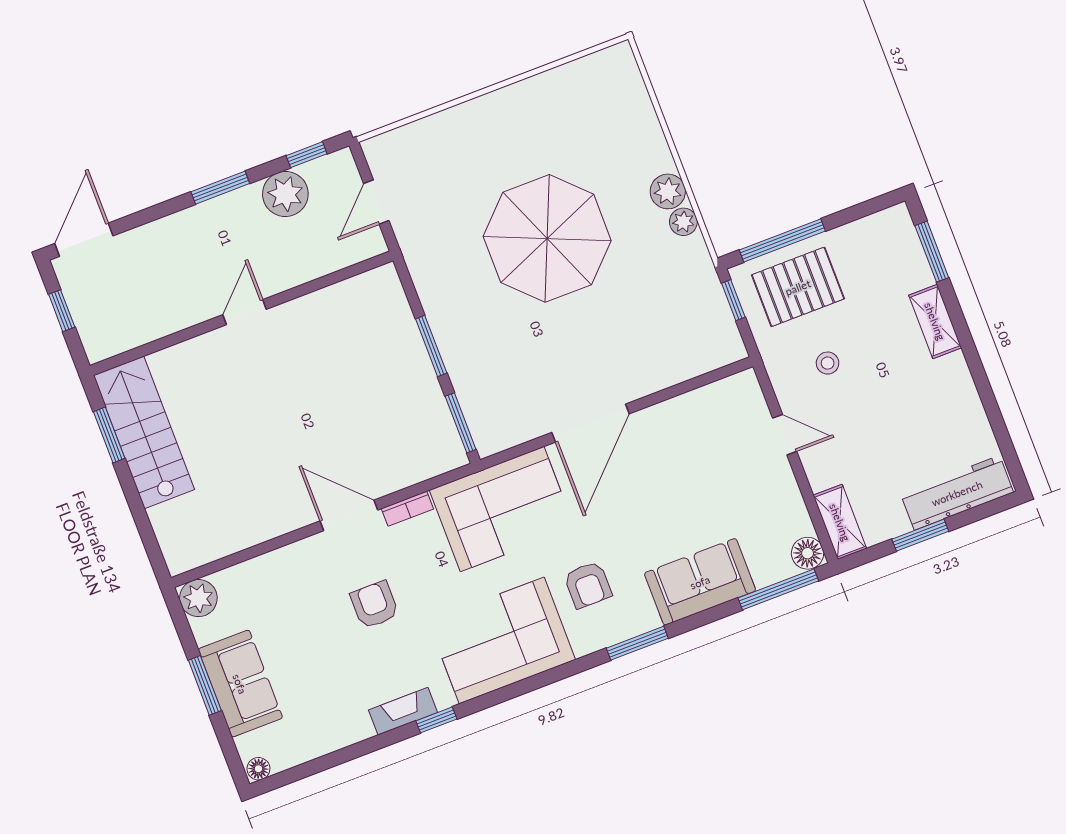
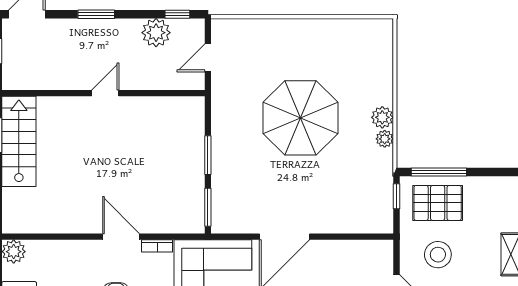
window: (220, 188) -> (96, 14), moved
stool: (828, 363) -> (438, 255), width x1.89, depth x1.89

